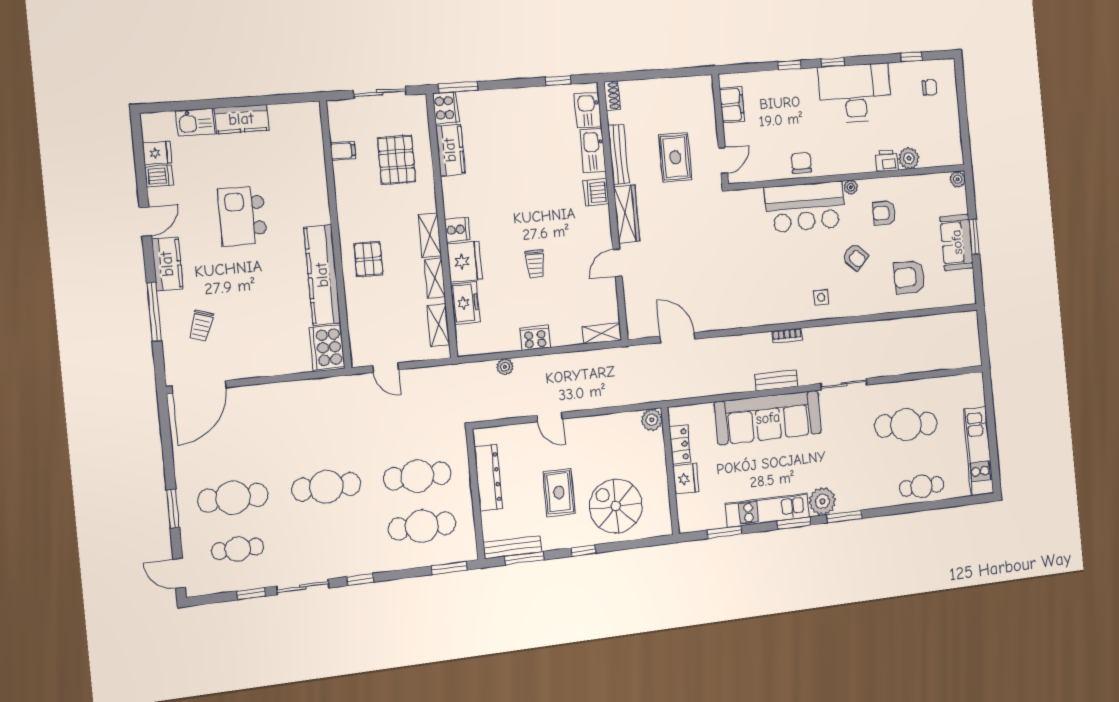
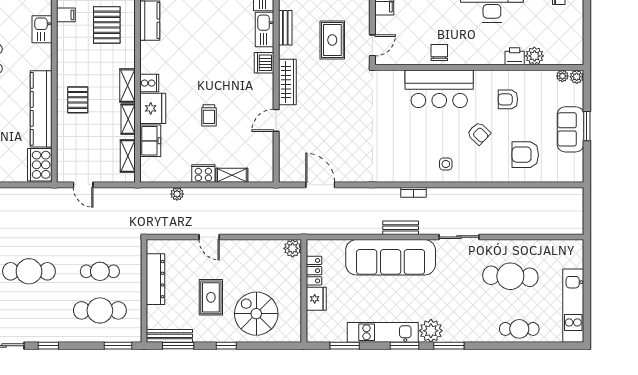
bench: (618, 154) -> (285, 28), width x0.73
kitchen sink: (313, 172) -> (42, 29), added
plant: (851, 187) -> (562, 76), moved
shelving: (602, 333) -> (232, 175), moved
cafe table: (417, 476) -> (100, 271), width x0.73, depth x0.74

